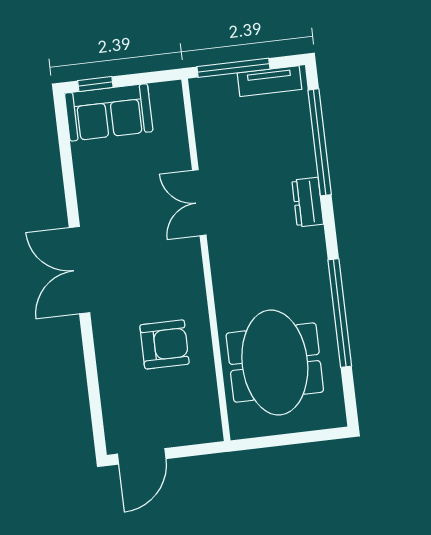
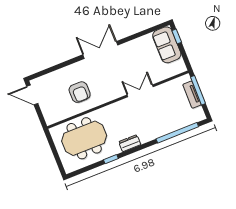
tv unit: (270, 81) -> (192, 95), moved
dresser: (308, 202) -> (130, 143), moved
window: (340, 313) -> (111, 159), width x0.32

